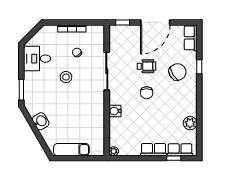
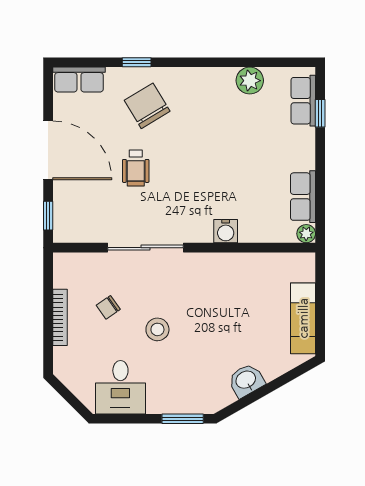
wheelchair: (146, 66) -> (136, 168), turned 180
chair: (147, 93) -> (189, 168), removed
row of seats: (153, 150) -> (303, 197), moved

